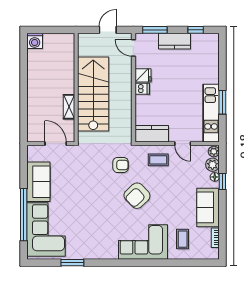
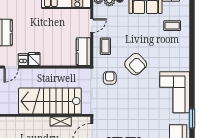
dishwasher: (142, 89) -> (23, 60), moved
corner sofa: (143, 242) -> (175, 92), moved

